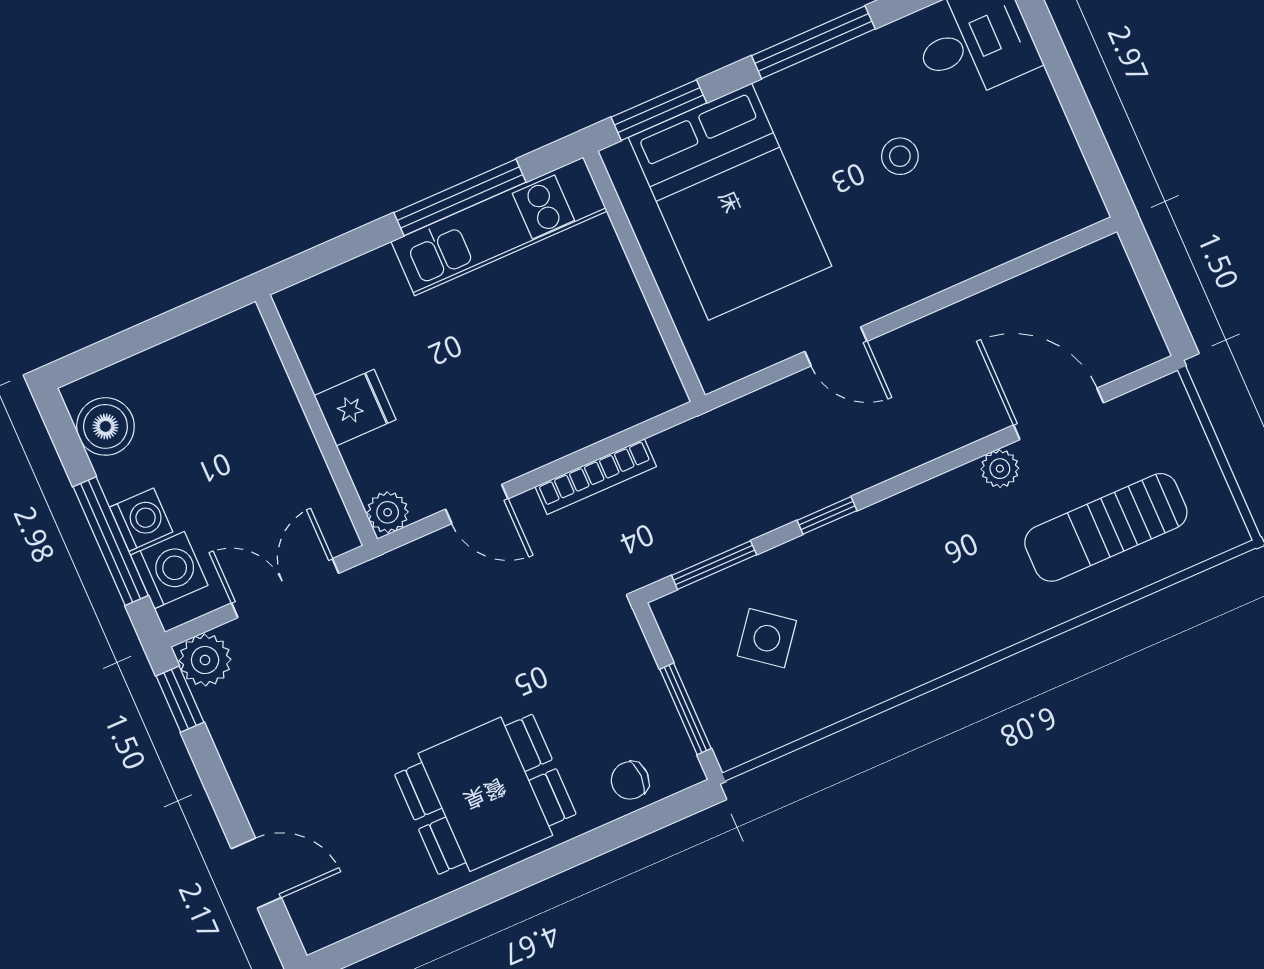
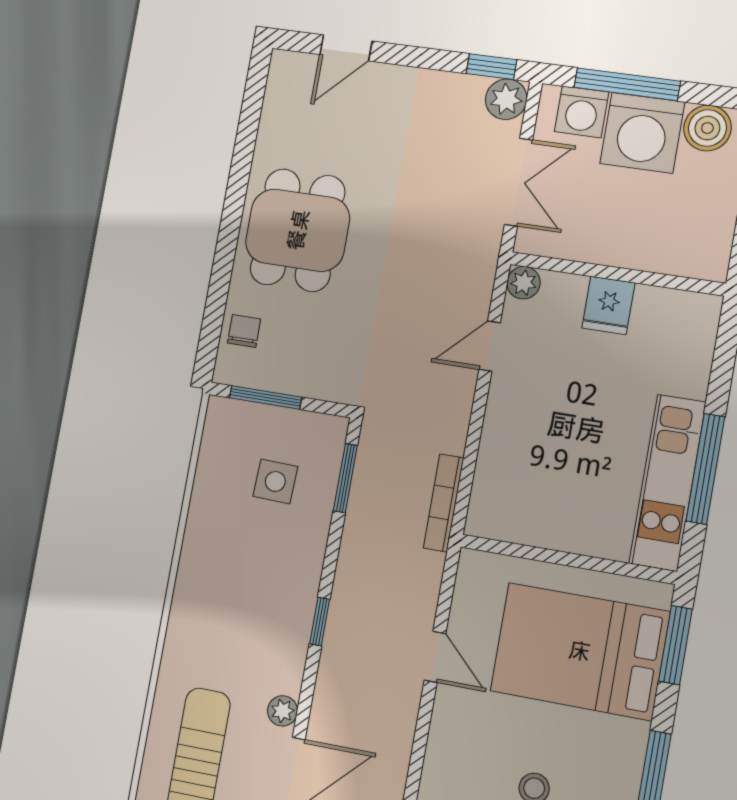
door: (836, 346) -> (435, 657), swing flipped
bookcase: (596, 477) -> (444, 503), moved
window: (827, 515) -> (320, 622), moved
washing machine: (141, 520) -> (642, 133), width x1.89, depth x1.89
side table: (767, 638) -> (275, 481), turned -36

